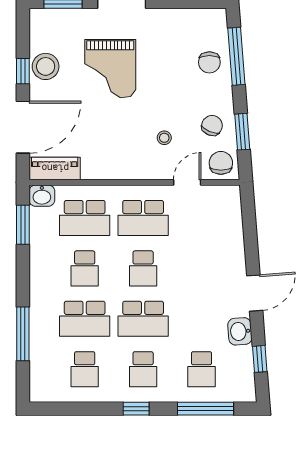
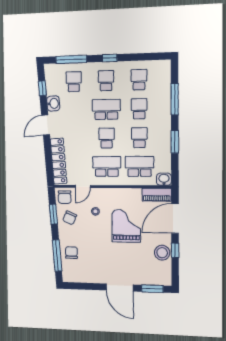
grand piano: (110, 69) -> (126, 226), moved
window: (23, 225) -> (175, 142), moved
locker: (231, 228) -> (58, 161), added
school desk: (85, 319) -> (139, 109), width x0.54

